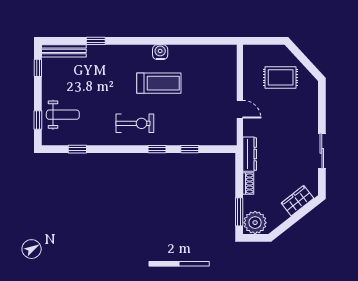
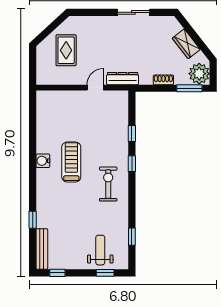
dresser: (250, 154) -> (123, 79), moved
wardrobe: (298, 201) -> (186, 44), moved

